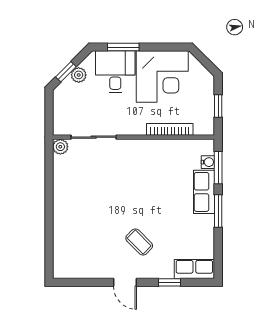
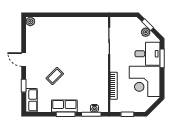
plant: (60, 147) -> (30, 21), moved
row of seats: (204, 192) -> (64, 106), moved
coffee table: (139, 242) -> (55, 76), moved
door: (125, 282) -> (24, 59), hinge flipped

